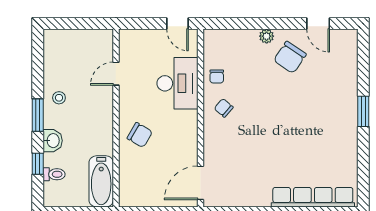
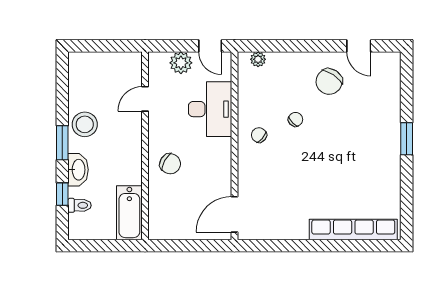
plant: (267, 36) -> (258, 59), moved
plant: (150, 40) -> (181, 63), added
chair: (217, 76) -> (295, 119), moved, turned -135
stool: (59, 98) -> (85, 124), width x1.89, depth x1.89
washbasin: (53, 141) -> (78, 170), width x1.38

